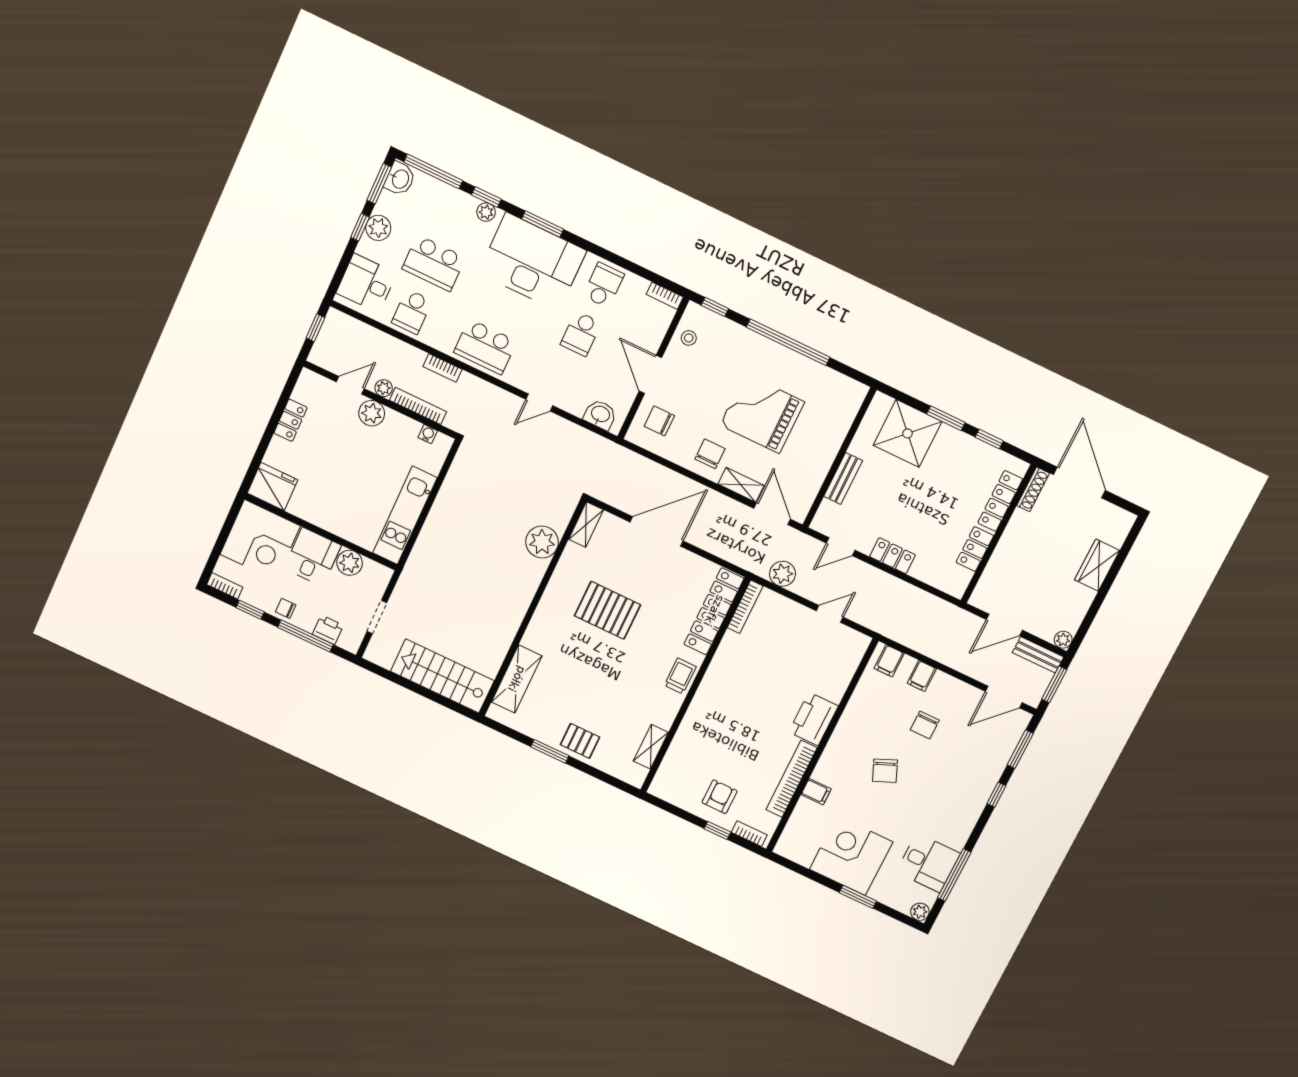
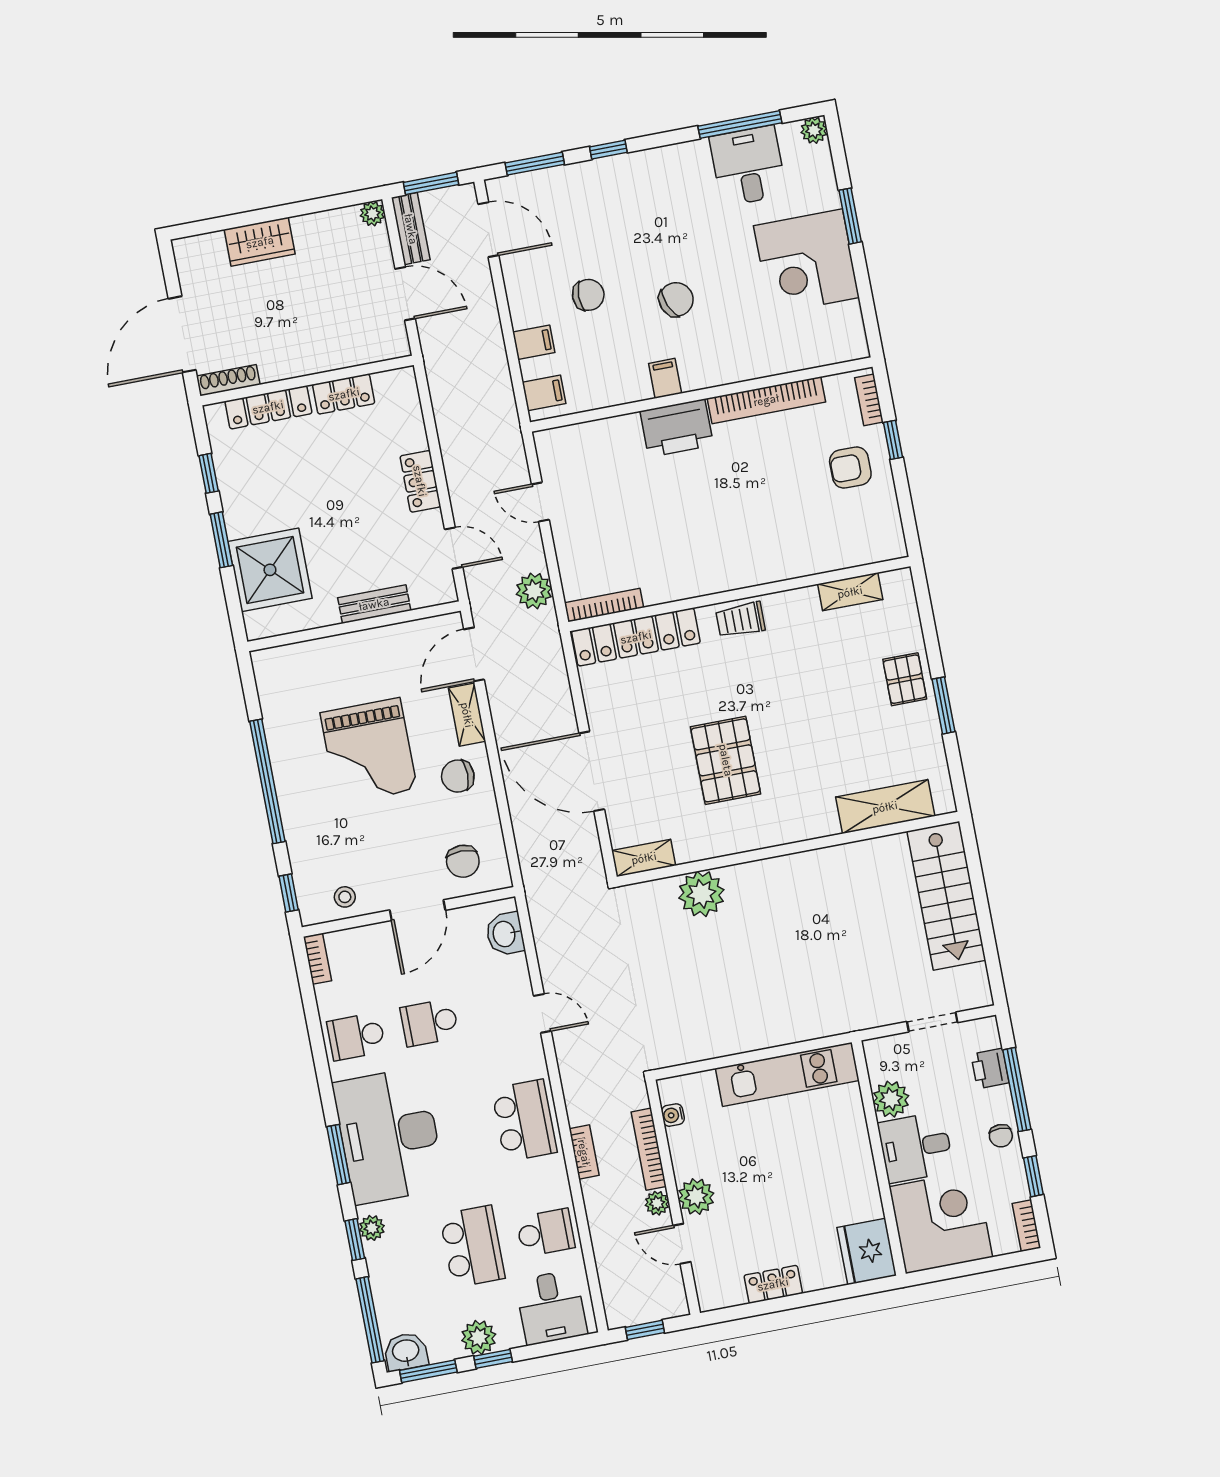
school desk: (581, 334) -> (430, 1023), turned 180
filing cabinet: (816, 792) -> (665, 378), moved

